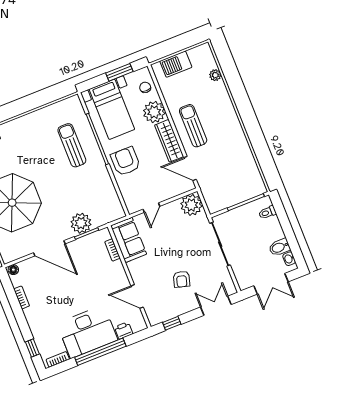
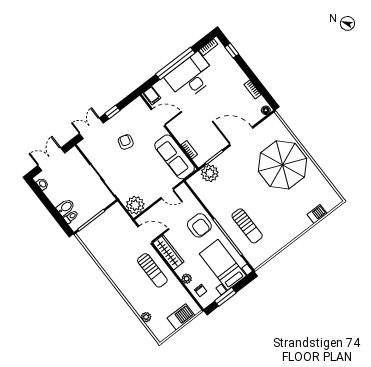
plant: (154, 112) -> (187, 279), width x0.53, depth x0.53
door: (151, 208) -> (167, 193), swing flipped
plant: (81, 223) -> (210, 173), moved
sofa: (129, 240) -> (175, 157), width x1.36
bidet: (279, 247) -> (65, 207), moved
double door: (216, 306) -> (91, 128), swing flipped
filing cabinet: (137, 323) -> (152, 96), added
window: (172, 323) -> (112, 112), moved
printer: (124, 330) -> (161, 86), removed

